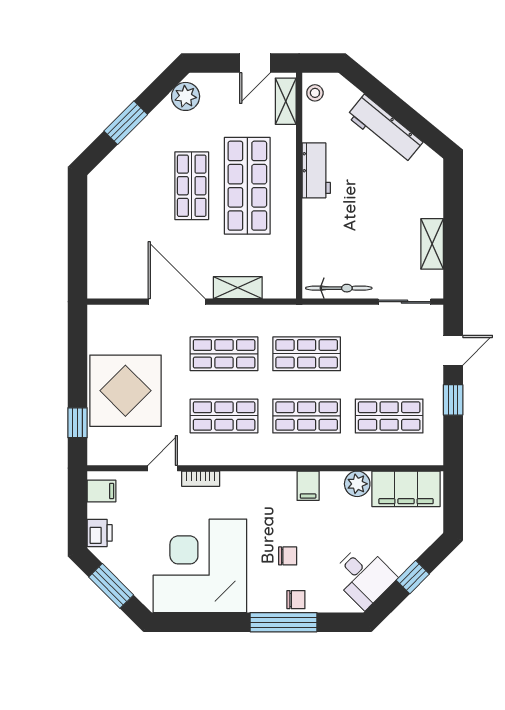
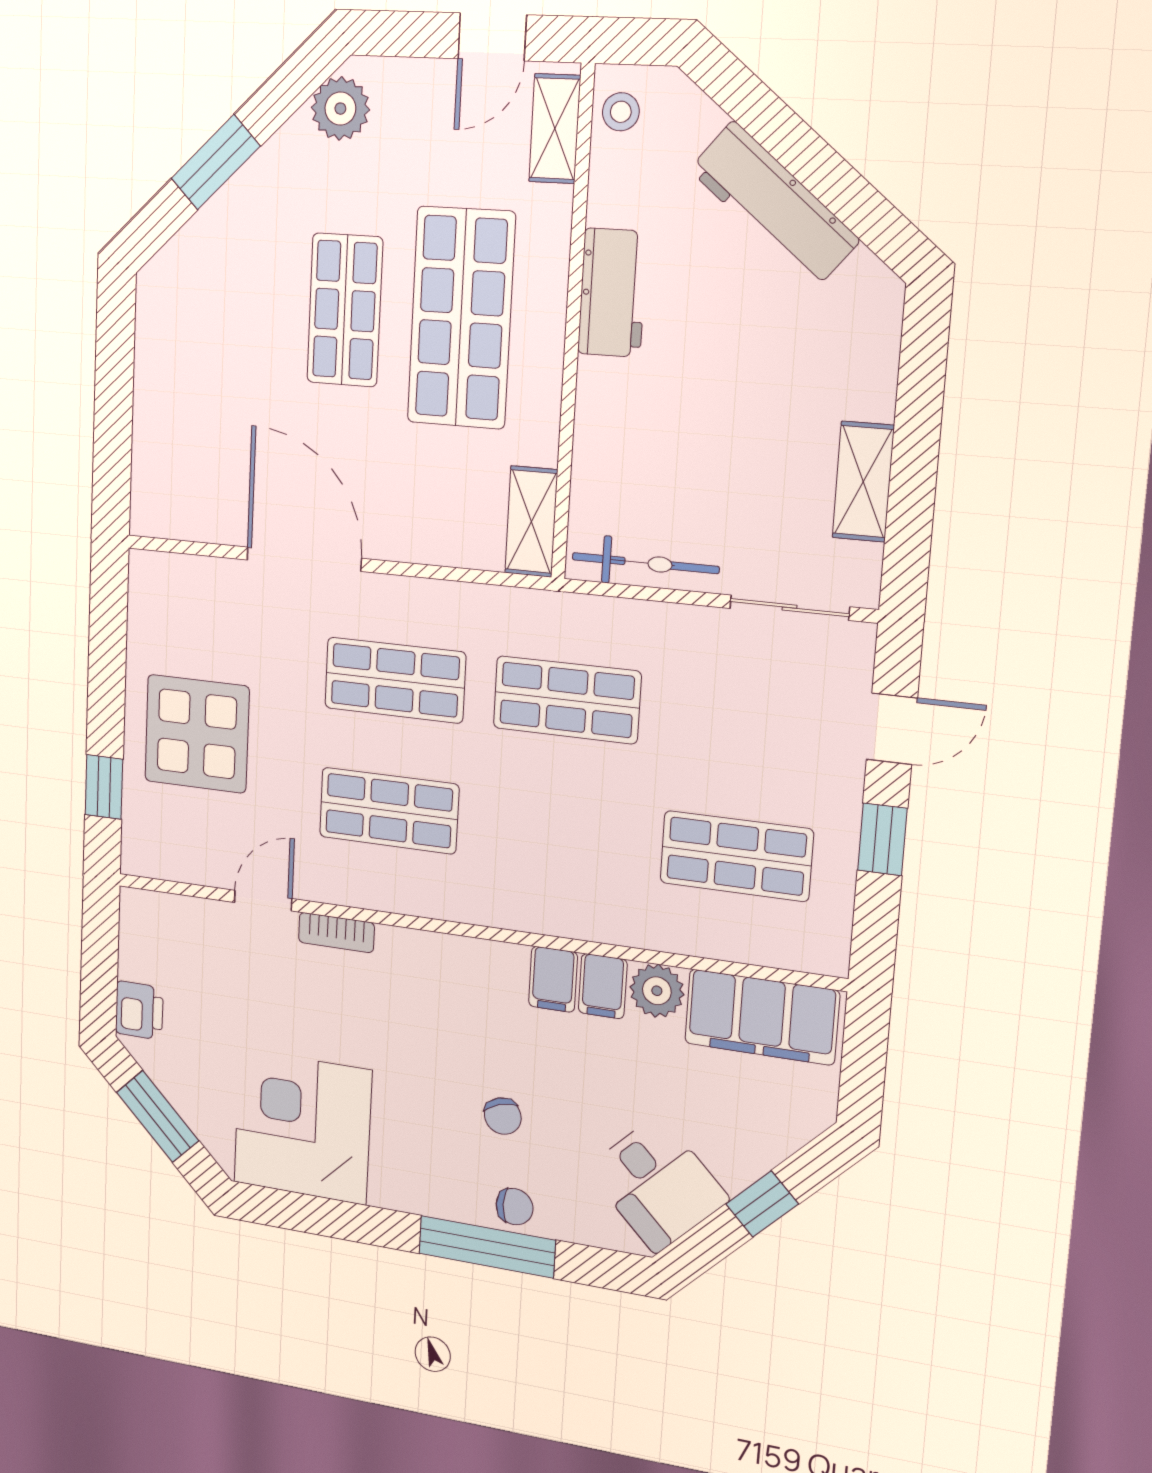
shelving: (238, 288) -> (531, 522), moved, turned 90
display table: (125, 391) -> (197, 734), width x0.73, depth x0.73
shop shelf: (307, 416) -> (559, 833), removed
filing cabinet: (102, 491) -> (603, 986), moved, turned 90
chair: (288, 556) -> (503, 1116), turned 72
corner desk: (200, 566) -> (302, 1126), width x0.74, depth x0.74

